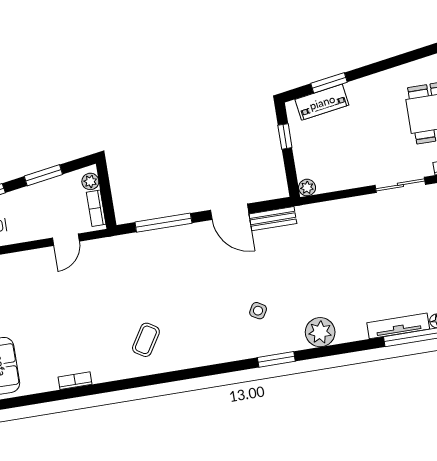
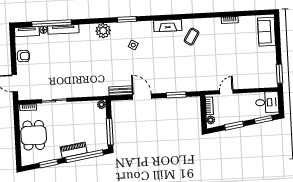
window: (398, 61) -> (49, 164), added
window: (329, 83) -> (84, 156), width x2.11
piano: (322, 102) -> (74, 150), moved
window: (285, 136) -> (110, 132), width x2.17
window: (163, 223) -> (176, 95), width x0.69
fireplace: (195, 356) -> (168, 26), added

